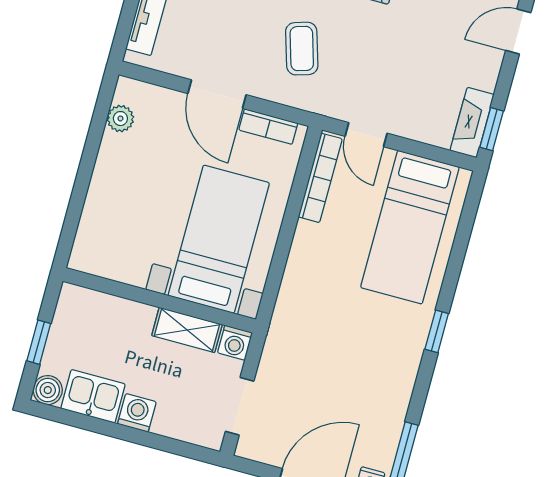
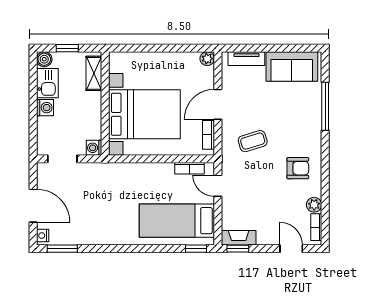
plant: (120, 119) -> (207, 59), moved
door: (366, 135) -> (218, 186), hinge flipped
bookcase: (320, 178) -> (190, 168), width x0.64
bed with nightstands: (219, 239) -> (144, 114), width x1.36
shelving: (187, 330) -> (94, 73), moved
window: (437, 331) -> (196, 249), moved

